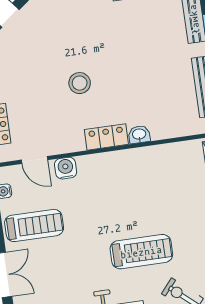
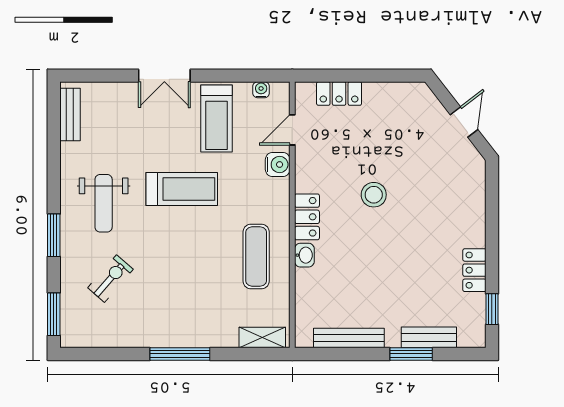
exercise mat: (146, 175) -> (256, 256), added
treadmill: (141, 252) -> (182, 189), moved, turned -90

